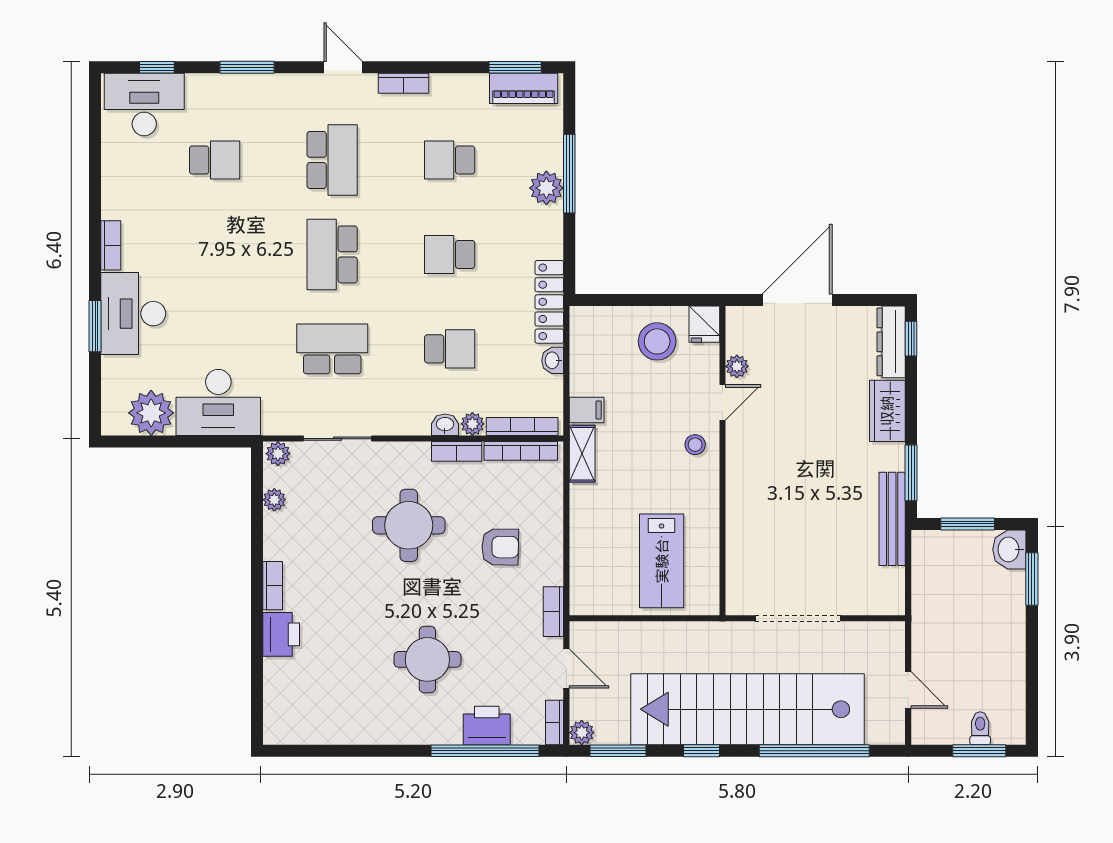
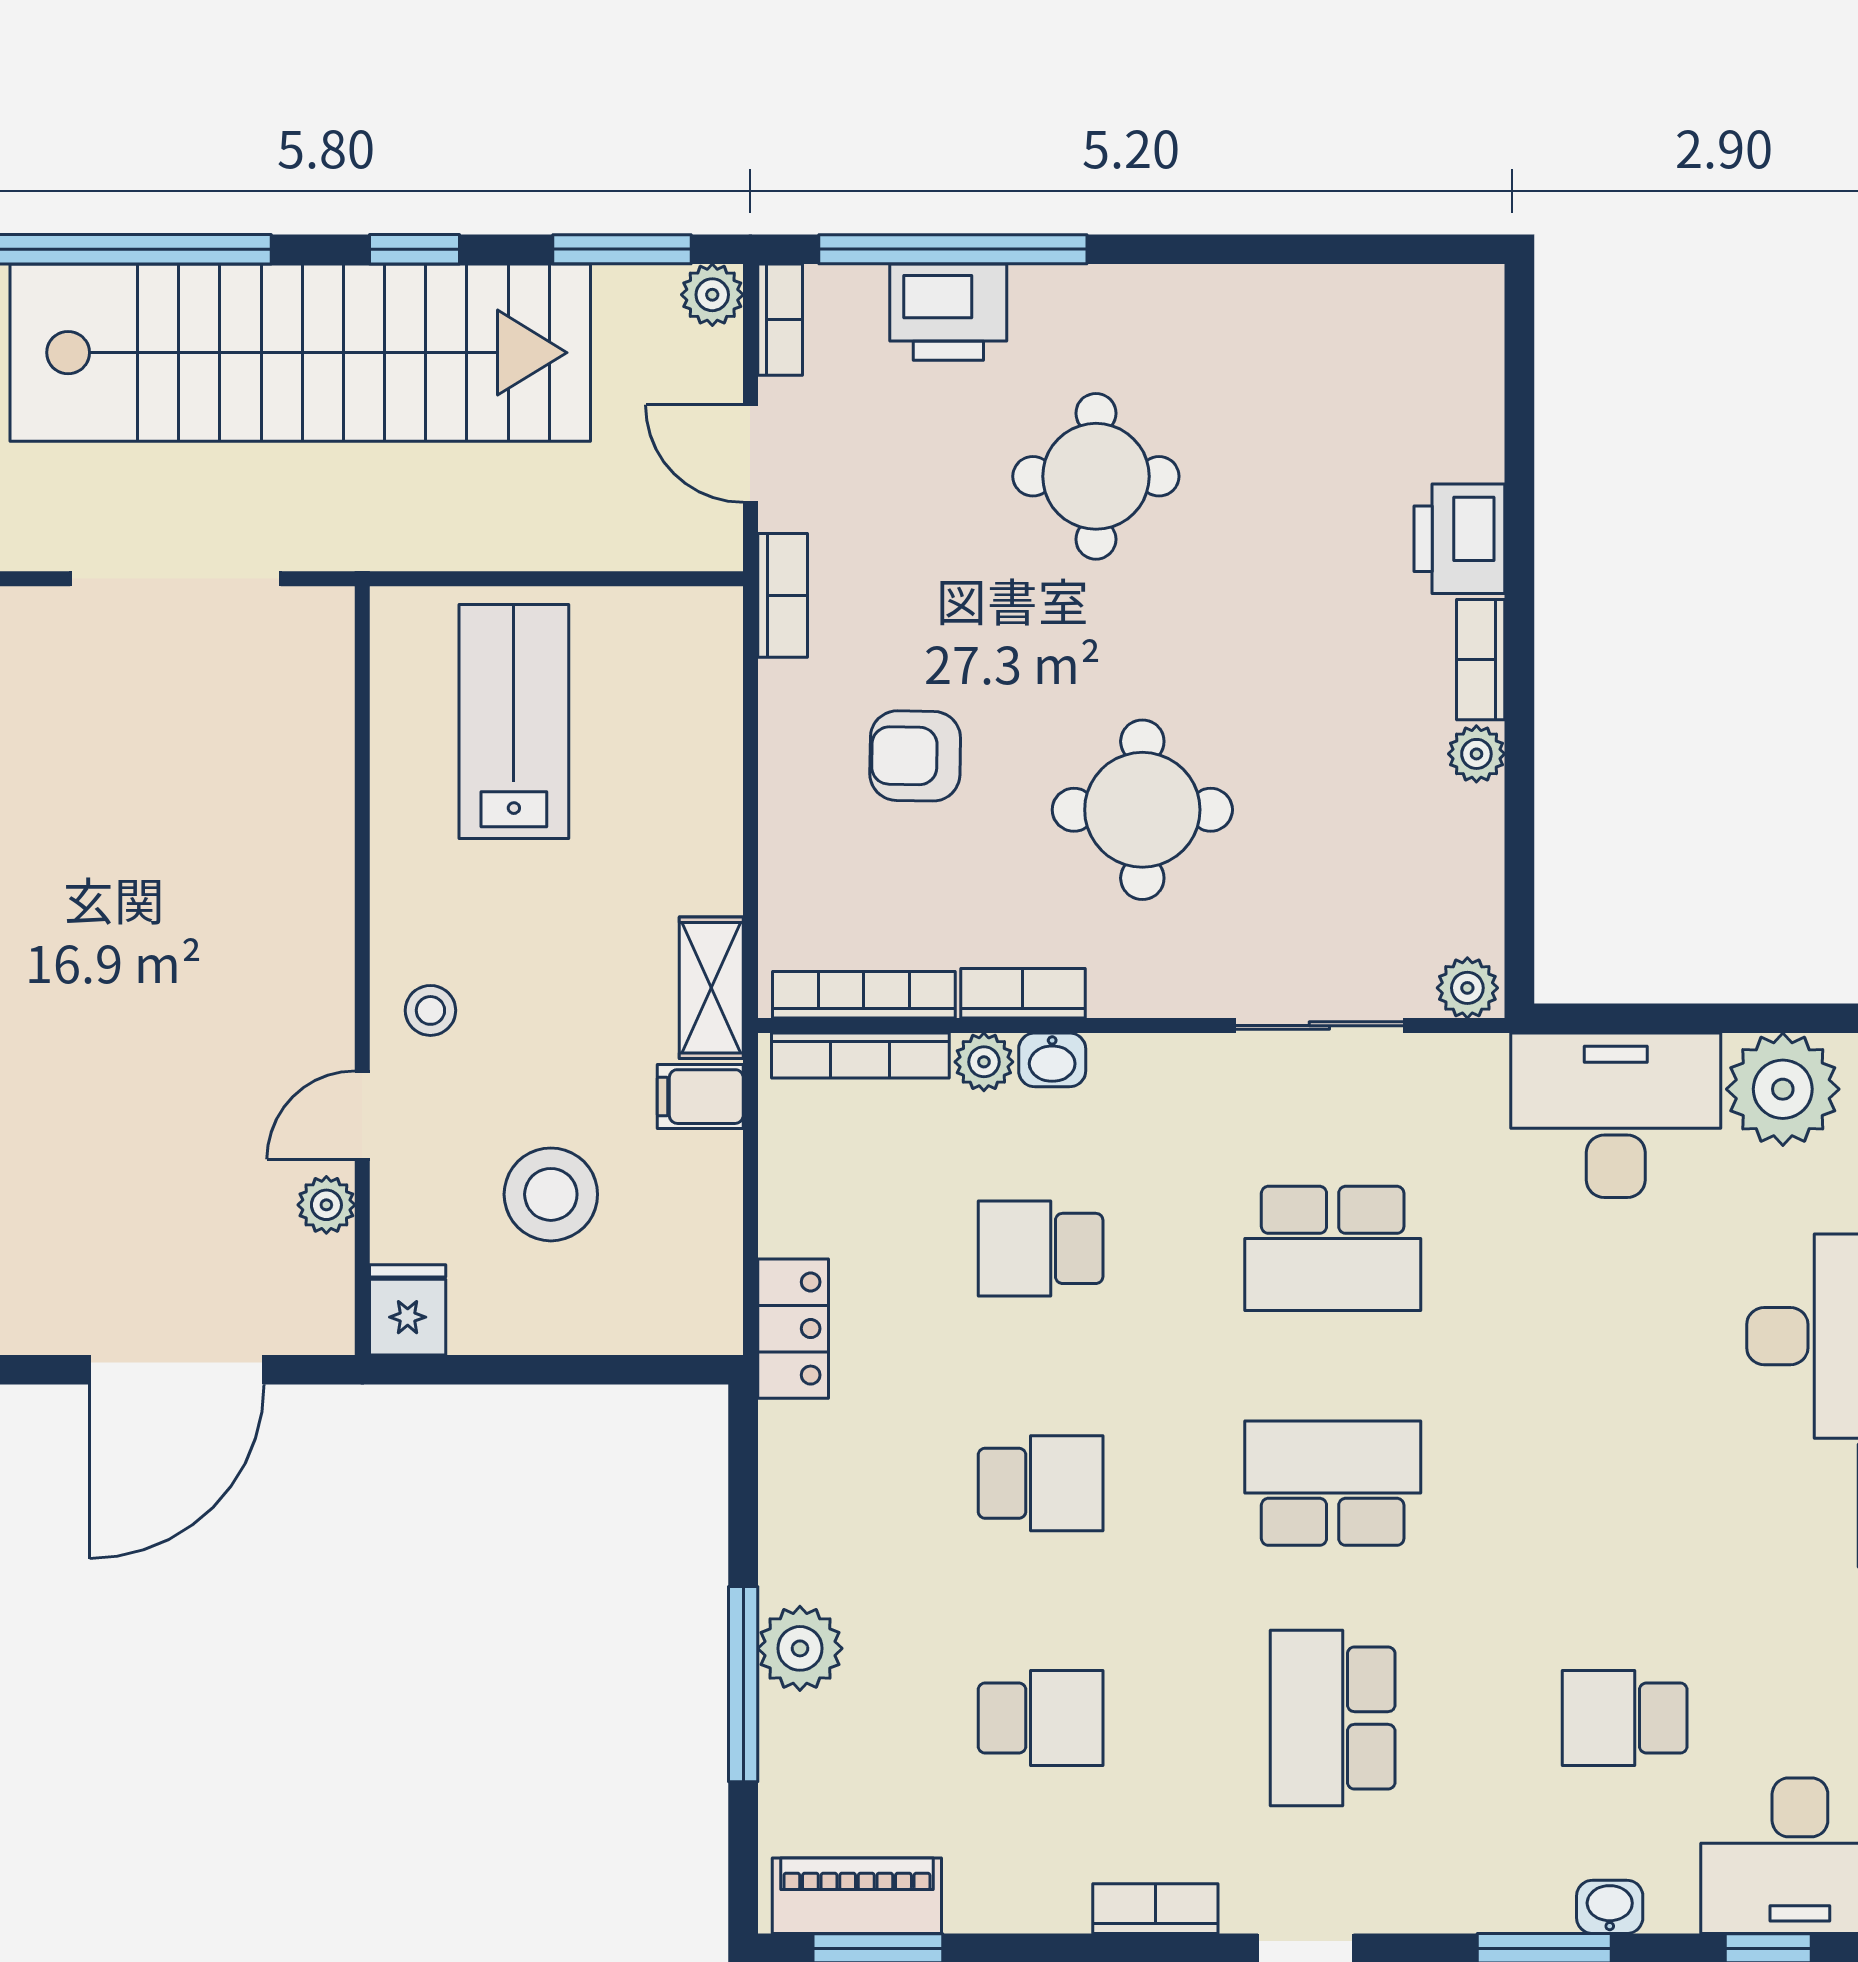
school desk: (332, 254) -> (1333, 1483), turned -90
locker: (549, 302) -> (793, 1329), width x0.66
stool: (657, 341) -> (551, 1194), moved
washbasin: (553, 360) -> (1610, 1907), moved, turned -90
plant: (274, 500) -> (1476, 754), moved

